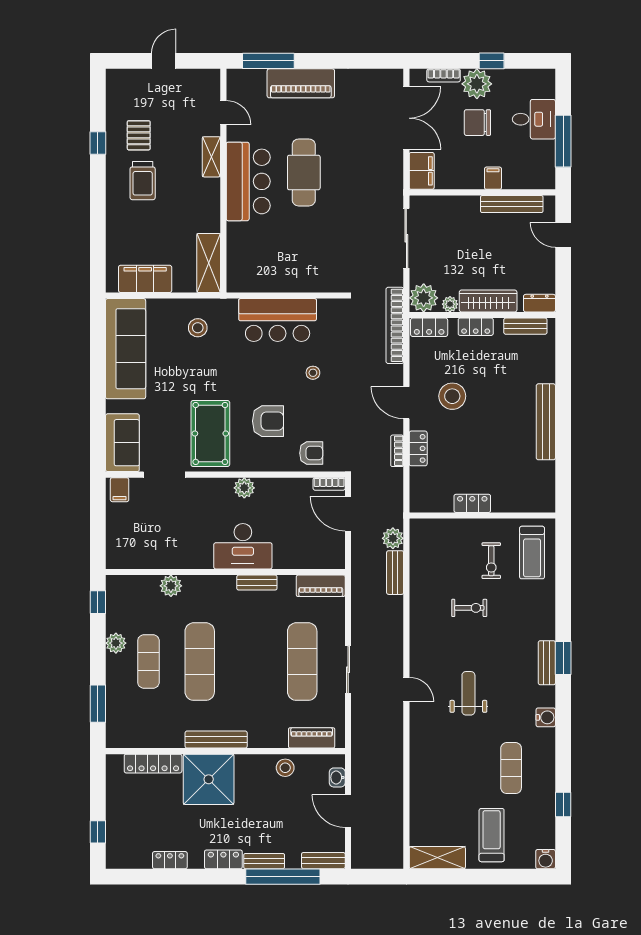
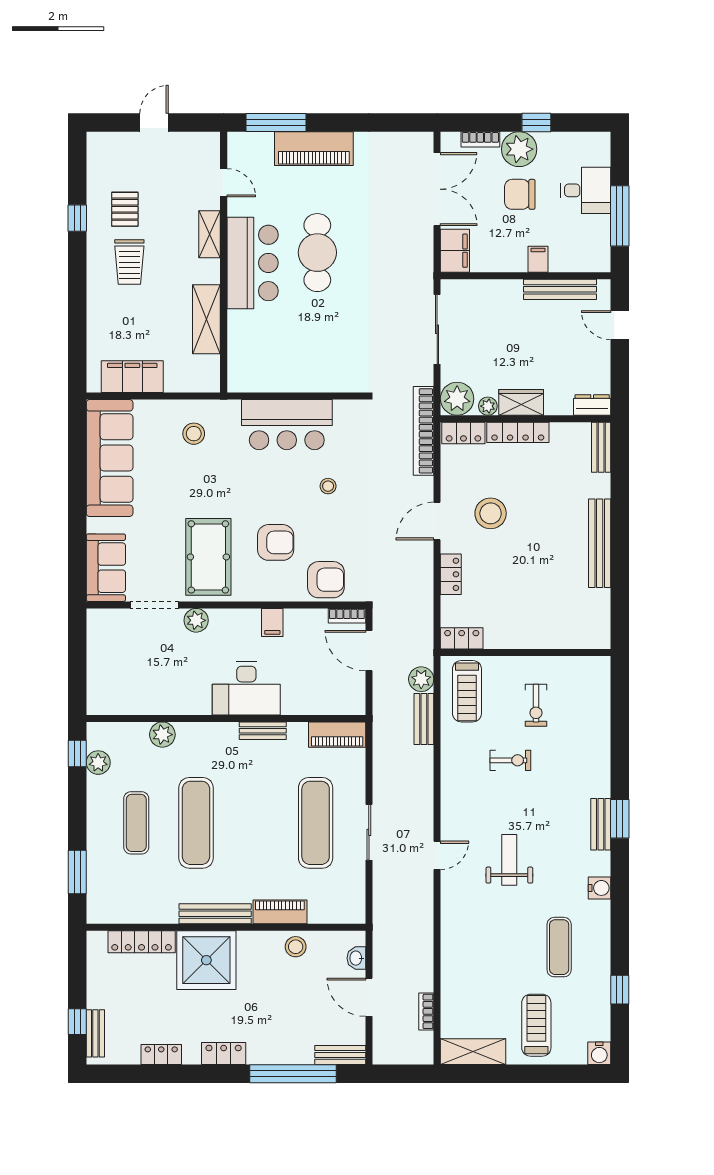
shelving: (209, 263) -> (206, 319), moved
wardrobe: (488, 301) -> (521, 402), width x0.67
bench: (525, 326) -> (601, 447), moved, turned 90
locker: (476, 327) -> (518, 432), width x1.53
door: (406, 403) -> (437, 521), hinge flipped
bookcase: (397, 451) -> (426, 1011), moved
armchair: (311, 453) -> (326, 580), width x1.38, depth x1.38
plant: (244, 488) -> (196, 620), moved
filing cabinet: (120, 490) -> (272, 622), moved
locker: (472, 503) -> (462, 638), moved
treadmill: (532, 553) -> (467, 691), moved
plant: (116, 643) -> (98, 763), moved
door: (406, 689) -> (437, 855), hinge flipped
piano: (312, 738) -> (280, 912), moved
bench: (264, 861) -> (95, 1033), moved, turned 90

